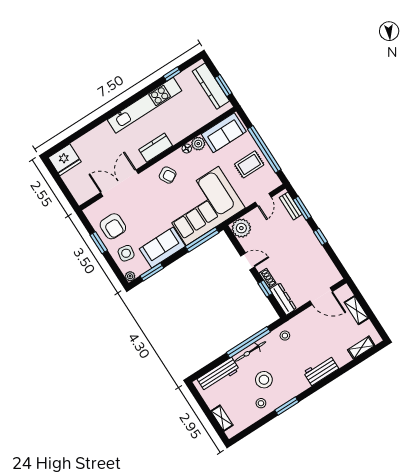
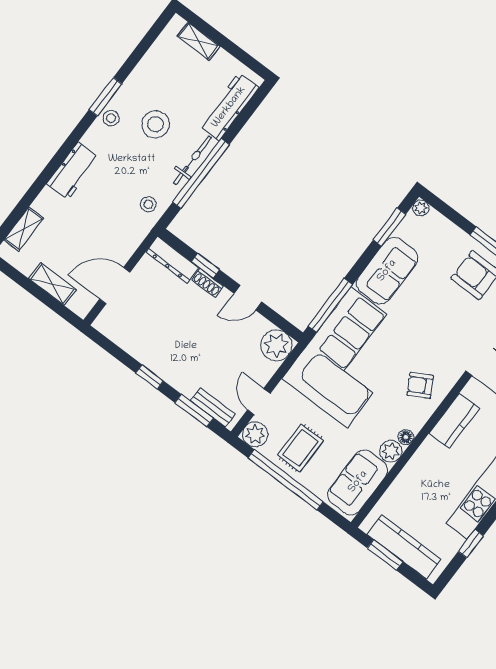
plant: (272, 182) -> (255, 434), added
side table: (126, 253) -> (440, 241), removed
stool: (261, 403) -> (111, 118), moved

